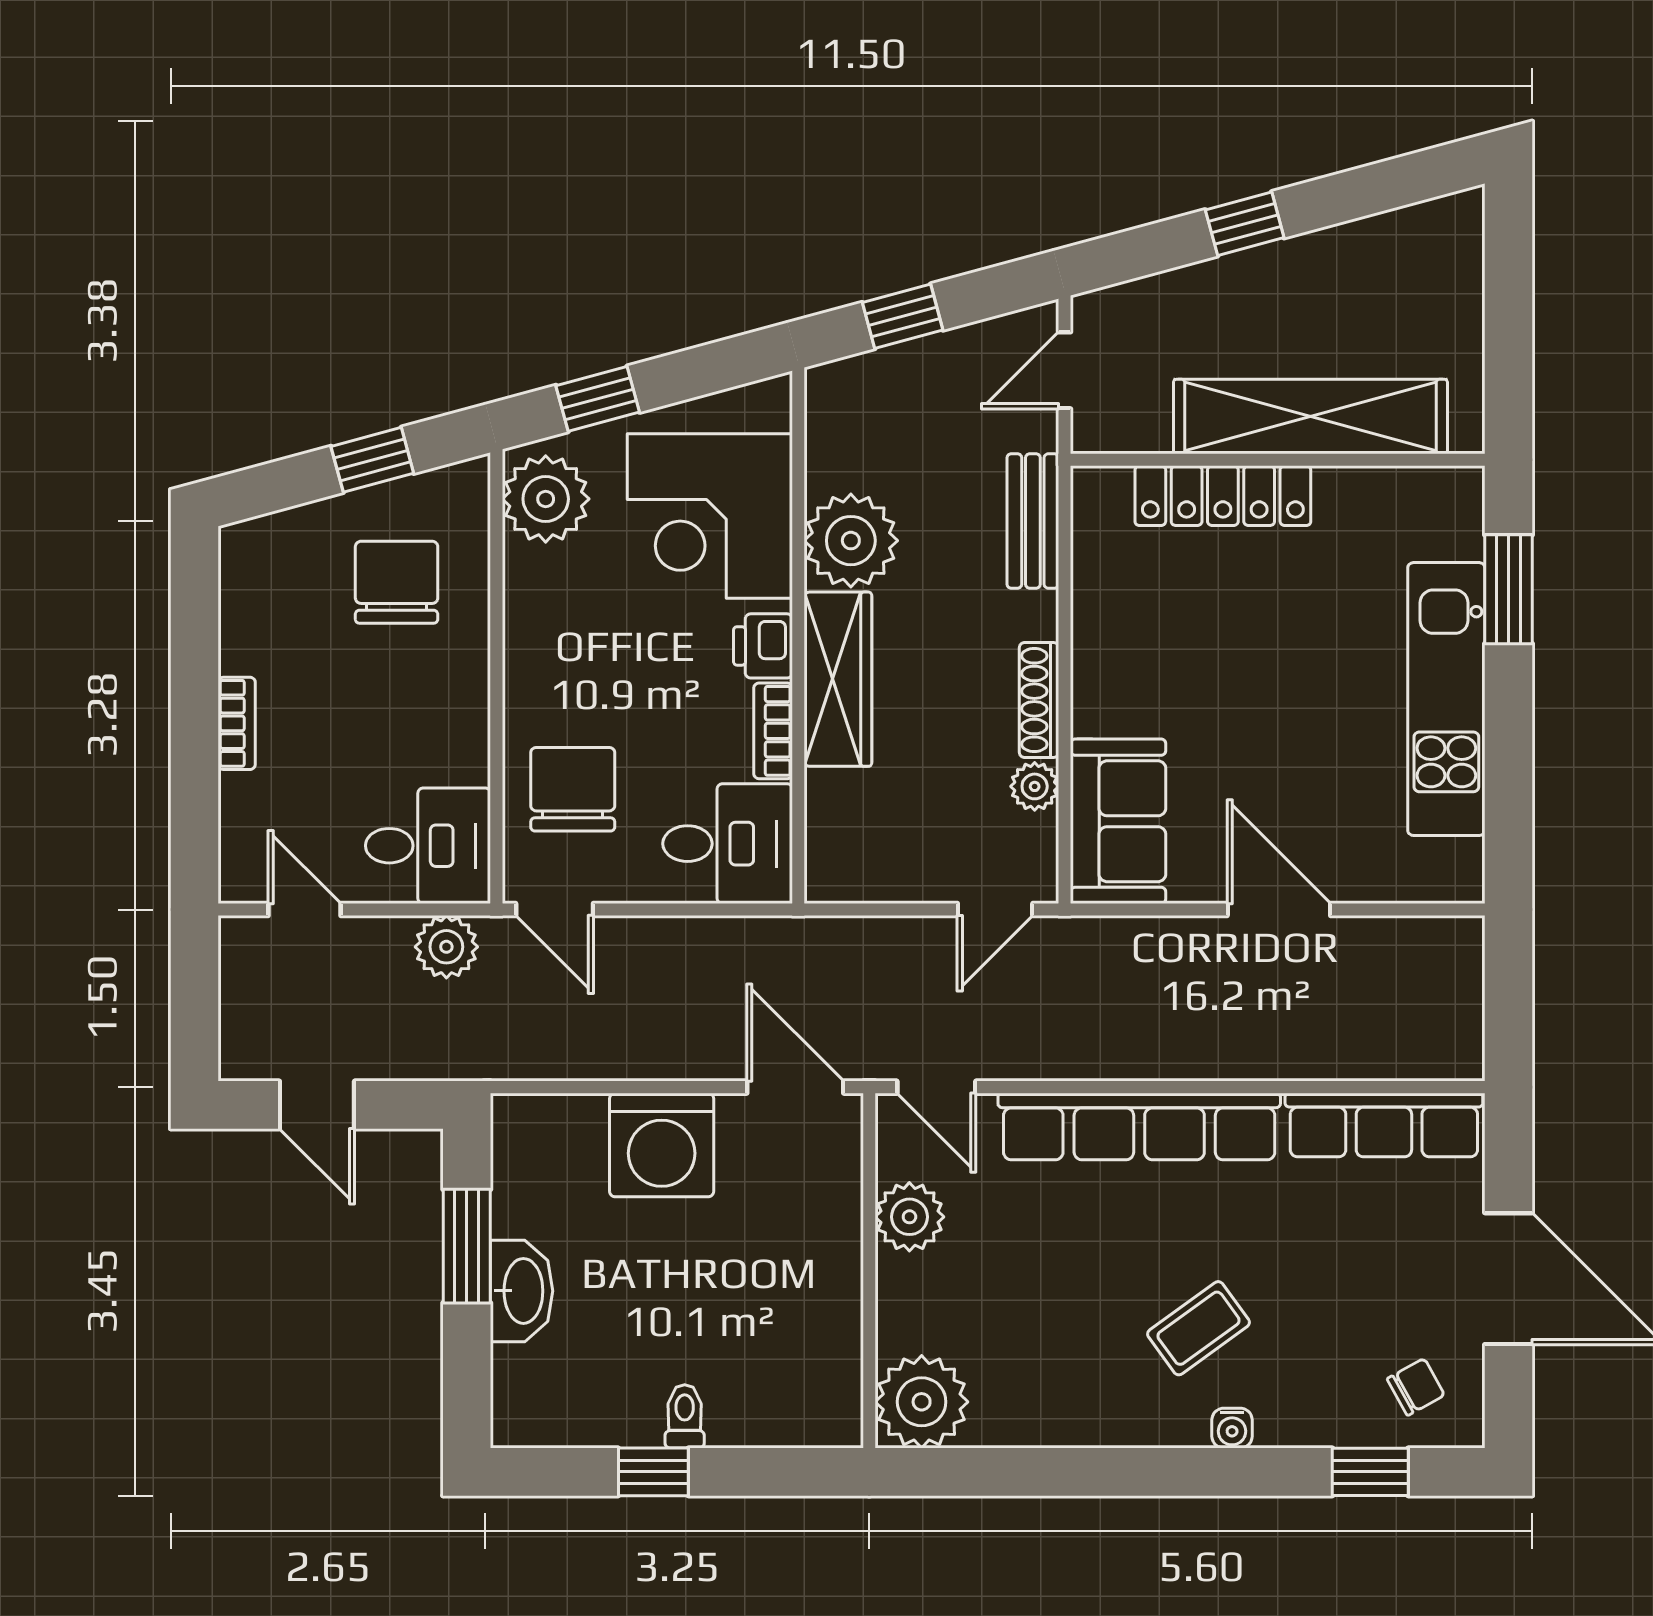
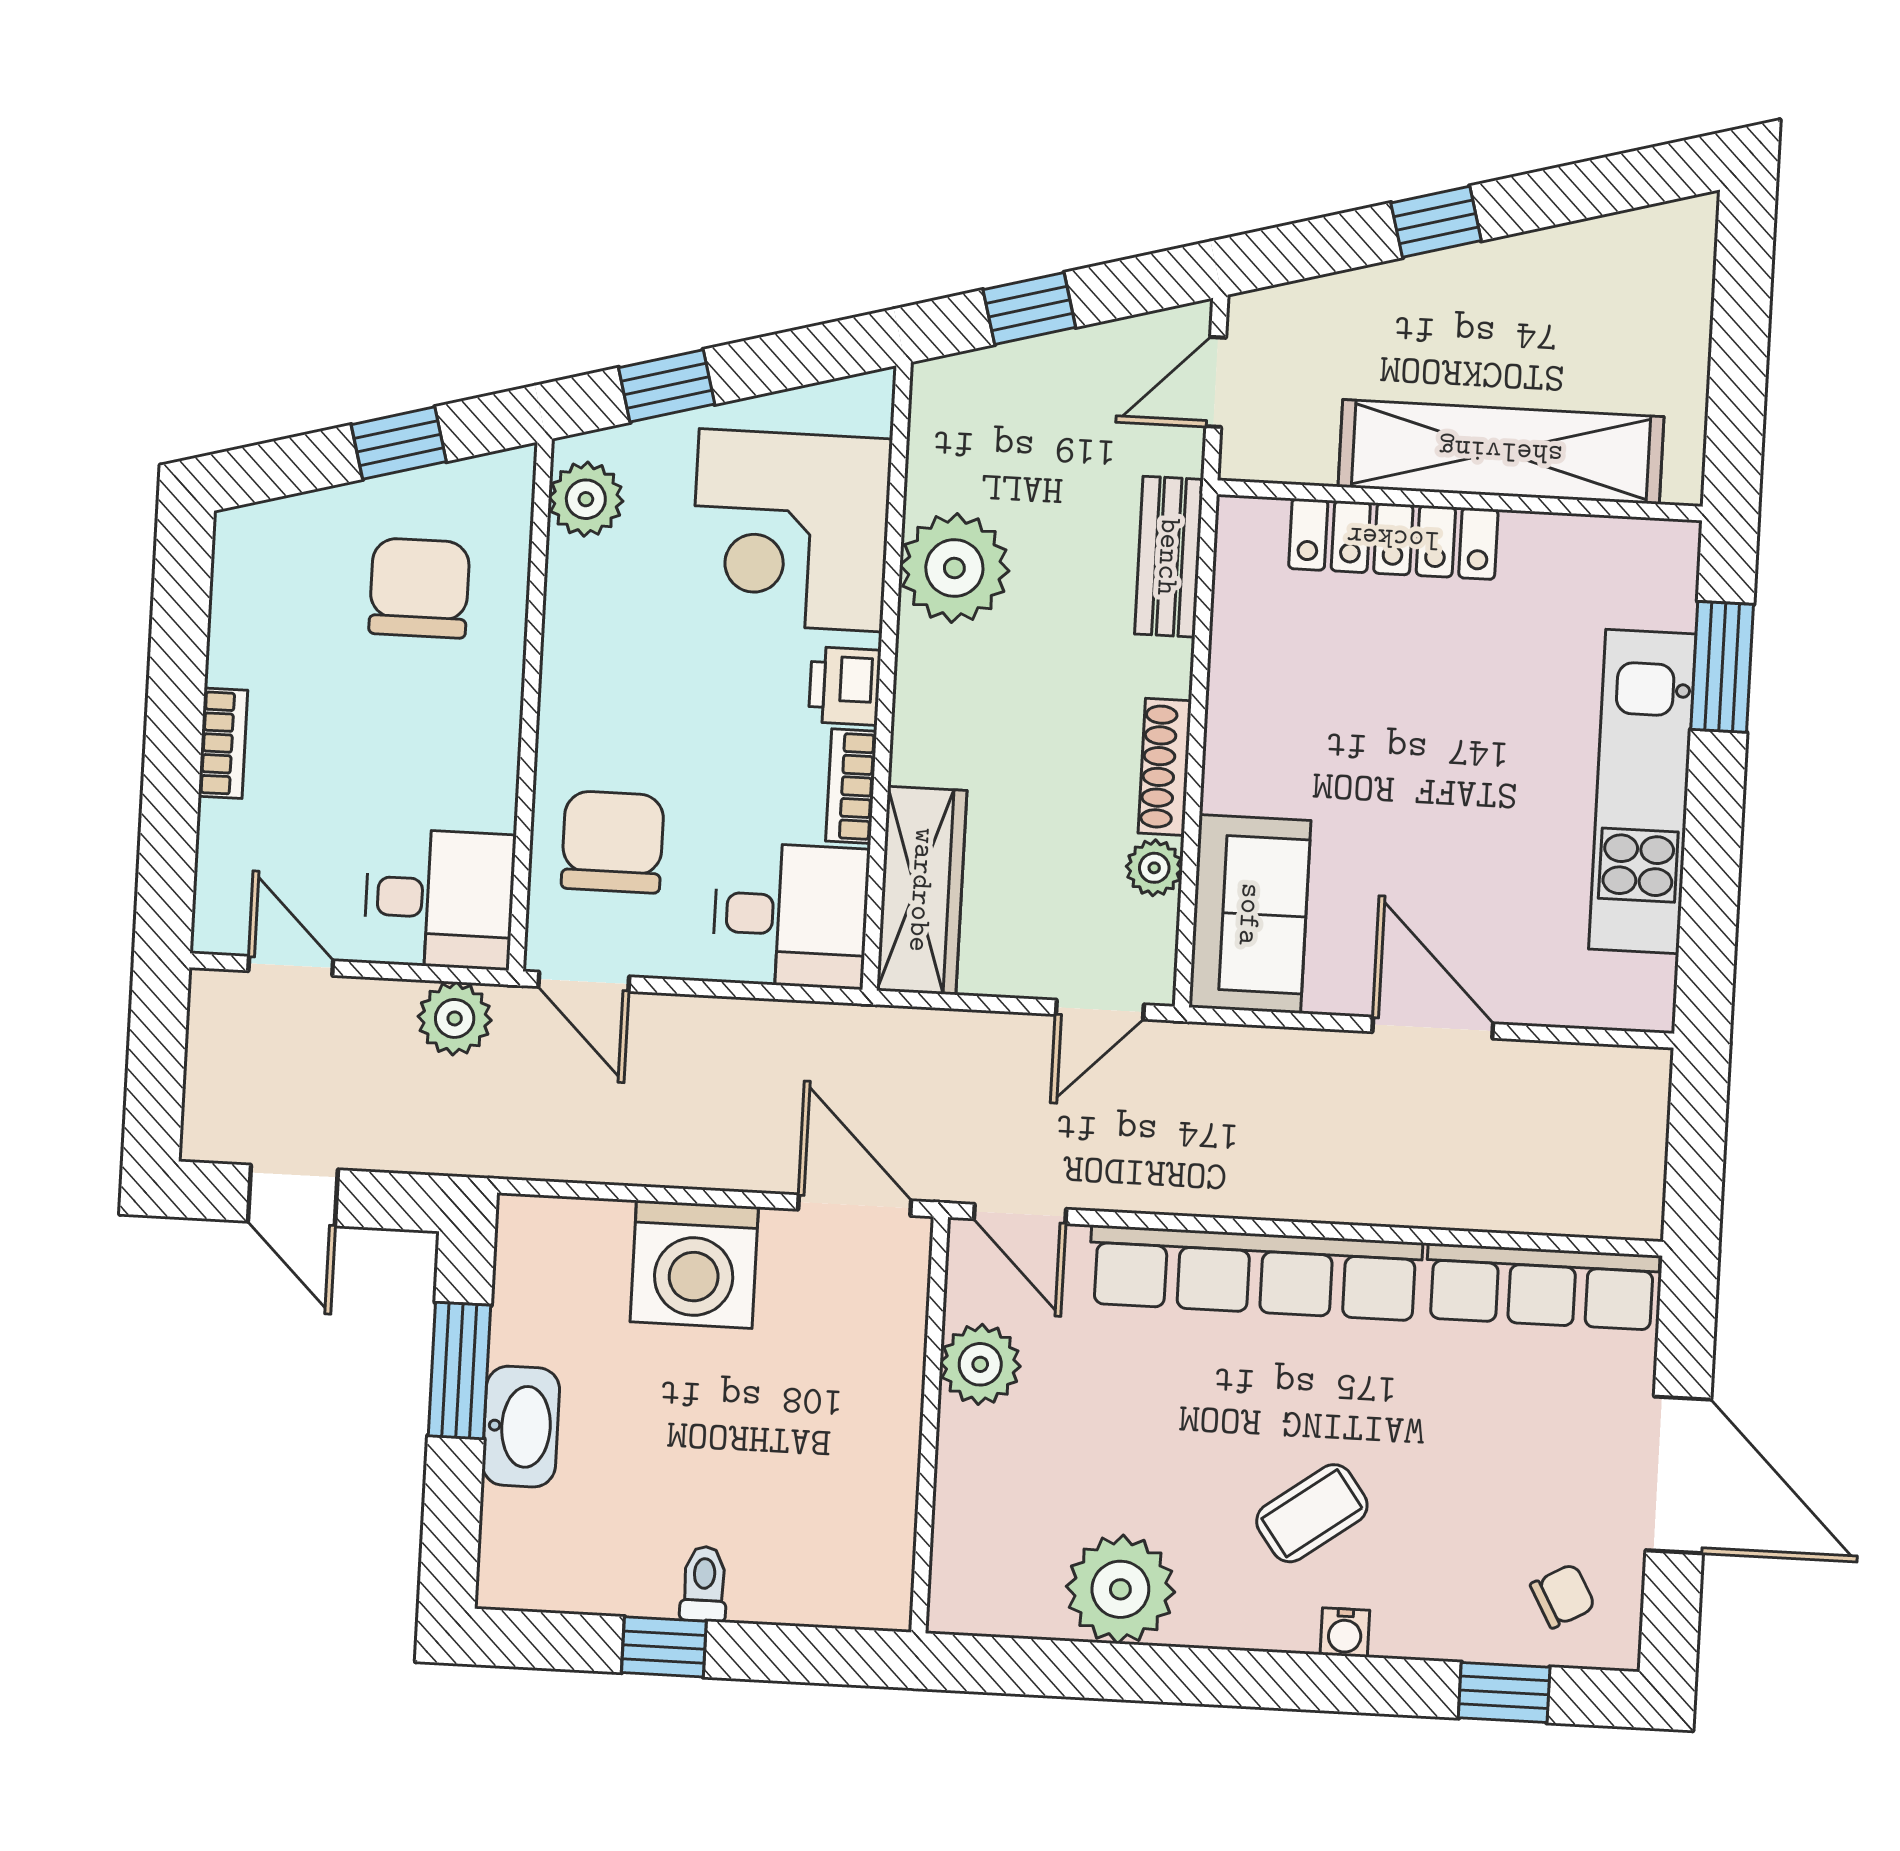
plant: (546, 499) -> (586, 499), width x0.73, depth x0.73
wardrobe: (838, 679) -> (922, 890), moved
plant: (922, 1402) -> (1120, 1589), moved

